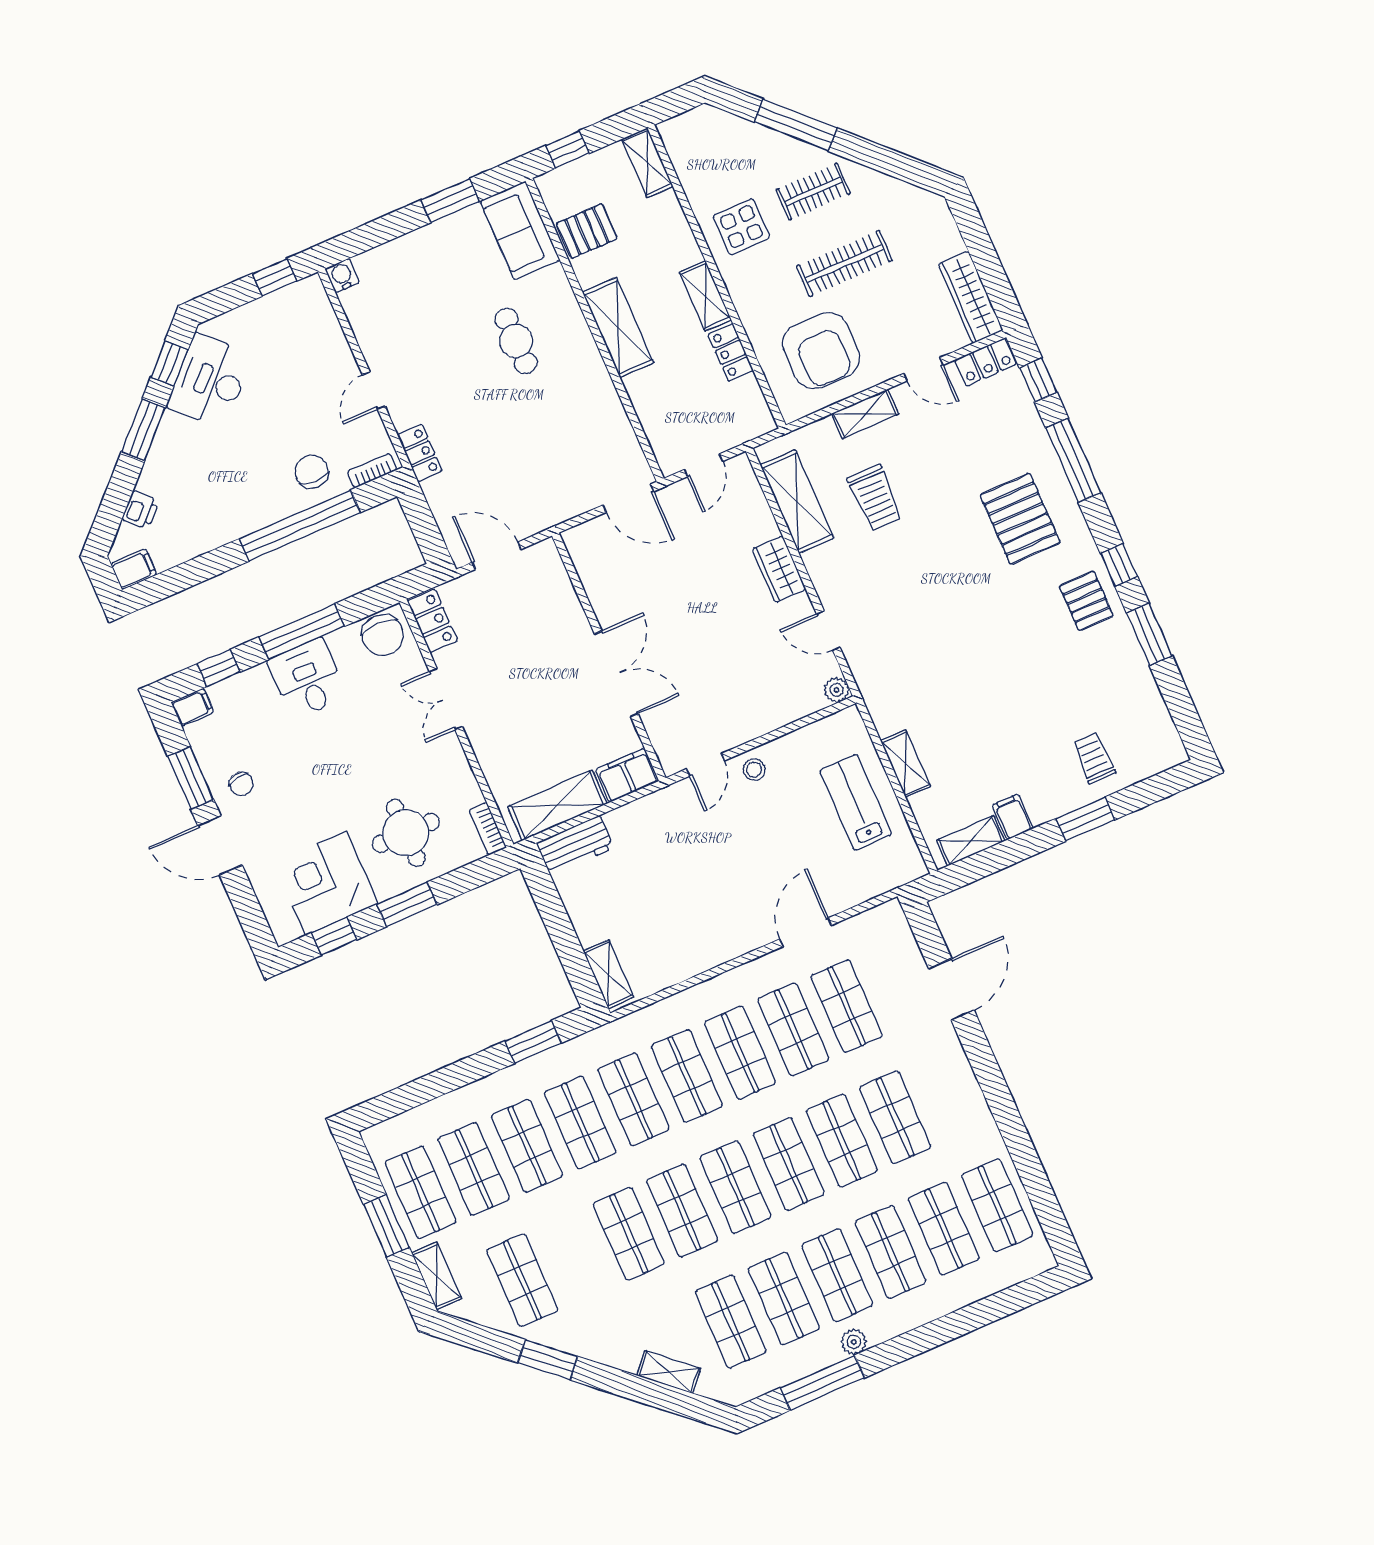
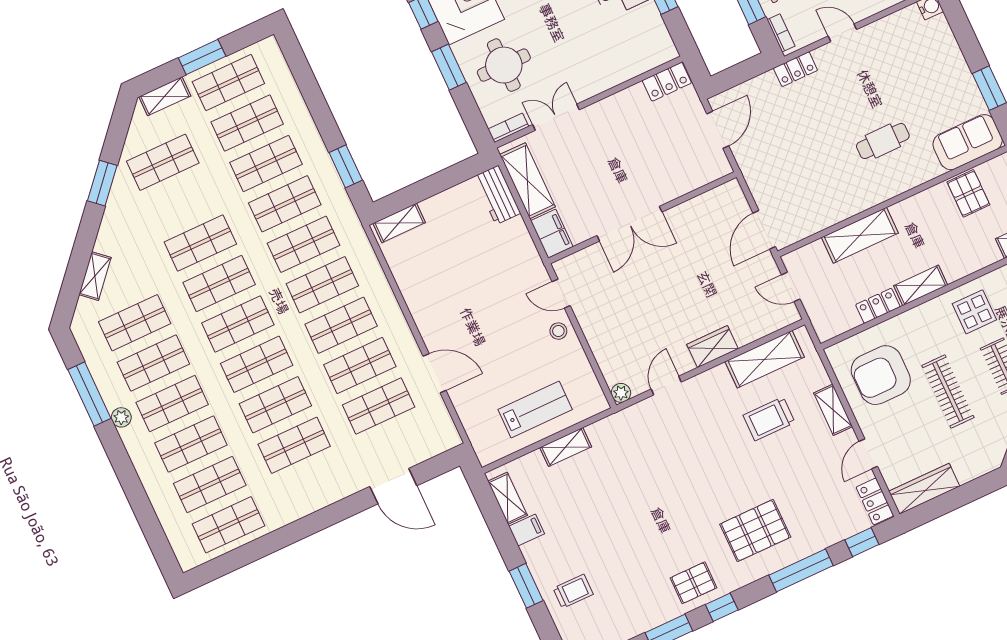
shelving: (618, 327) -> (860, 235), moved
chair: (383, 635) -> (655, 44), removed
double door: (446, 699) -> (556, 117), moved

